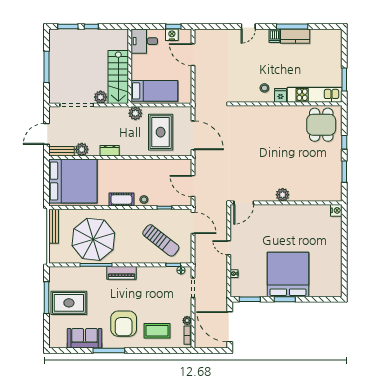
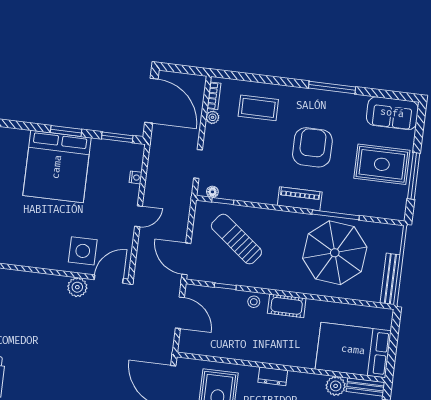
dresser: (110, 151) -> (273, 376), moved
bed: (73, 181) -> (353, 350), width x0.73
plant: (283, 195) -> (77, 287), moved
side table: (264, 220) -> (83, 251), added
door: (229, 248) -> (139, 216), hinge flipped
armchair: (124, 324) -> (312, 147), moved
sofa: (85, 338) -> (392, 113), moved

